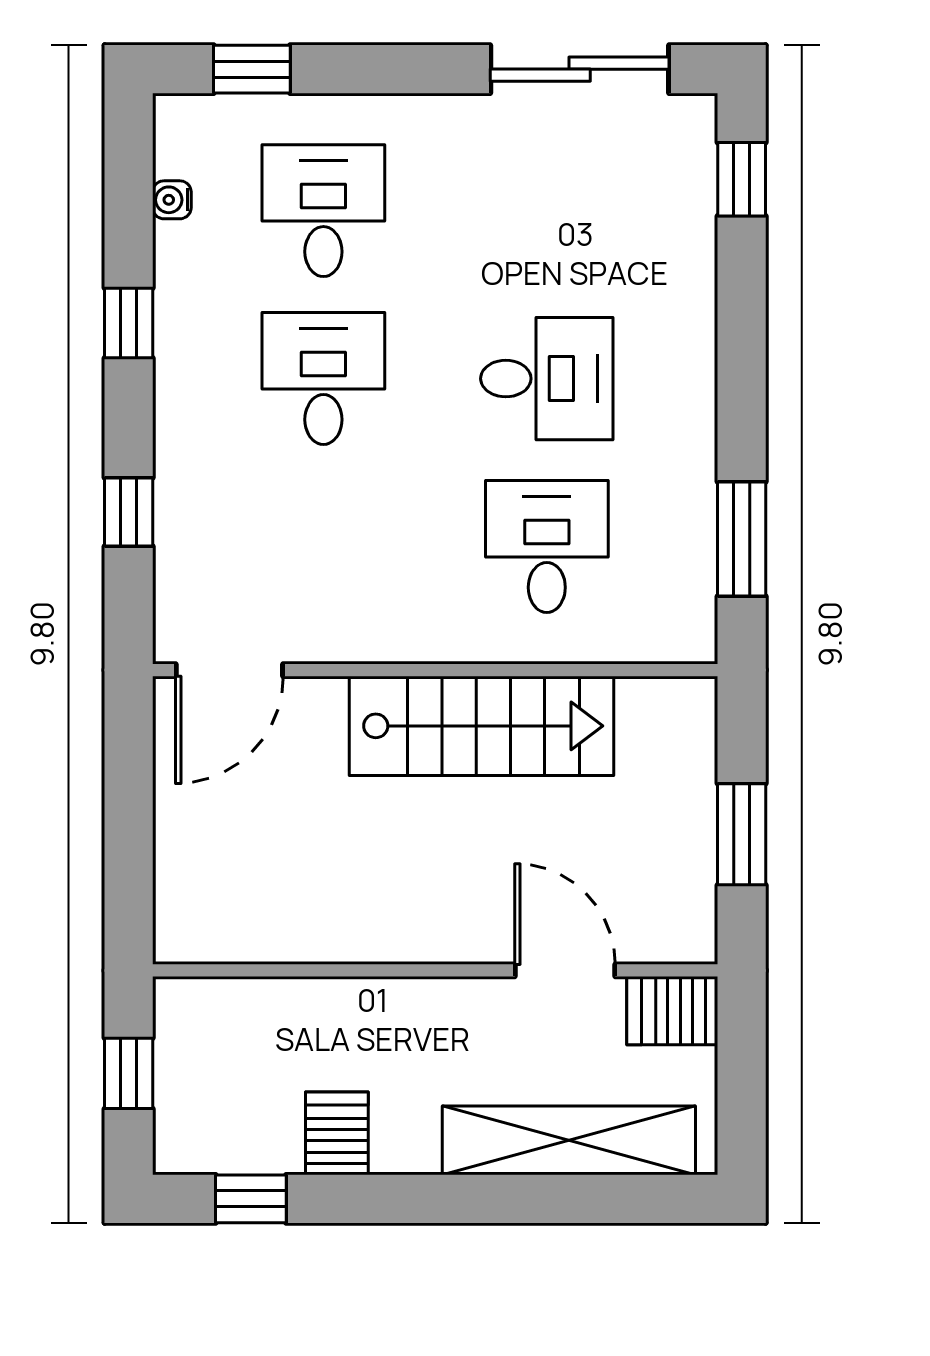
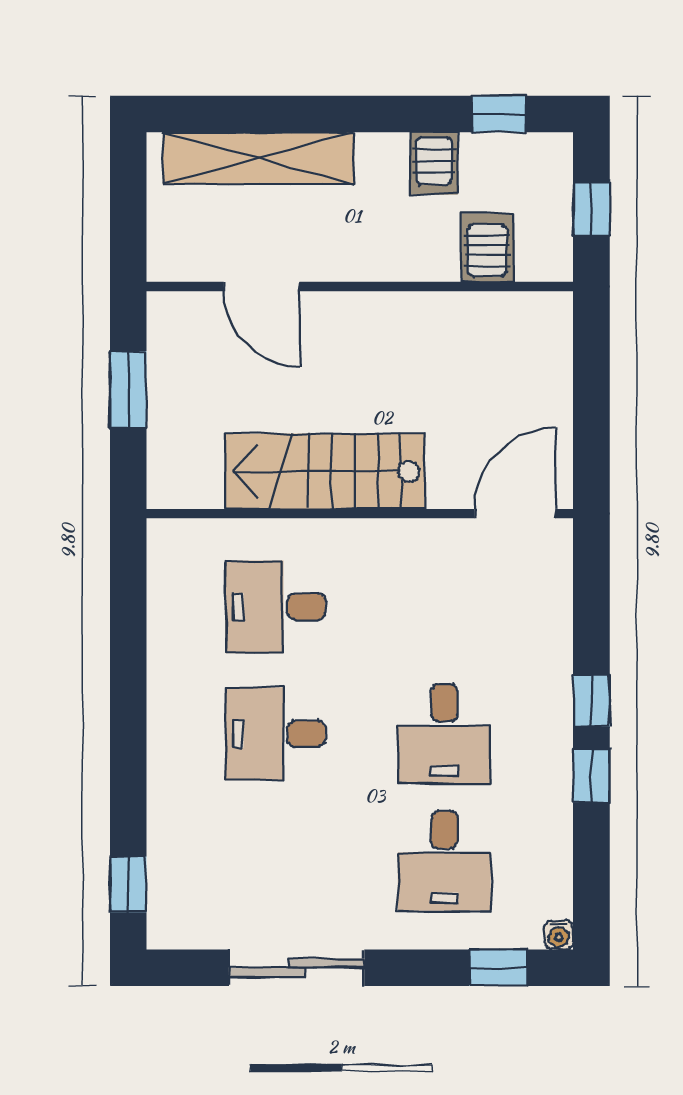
sliding door: (580, 69) -> (297, 968), moved
water cooler: (172, 200) -> (559, 935), moved, turned 90
window: (129, 512) -> (591, 701), moved
window: (742, 539) -> (128, 613), removed
desk: (547, 546) -> (275, 607), turned 90
server rack: (672, 1011) -> (487, 248), moved, turned -90

